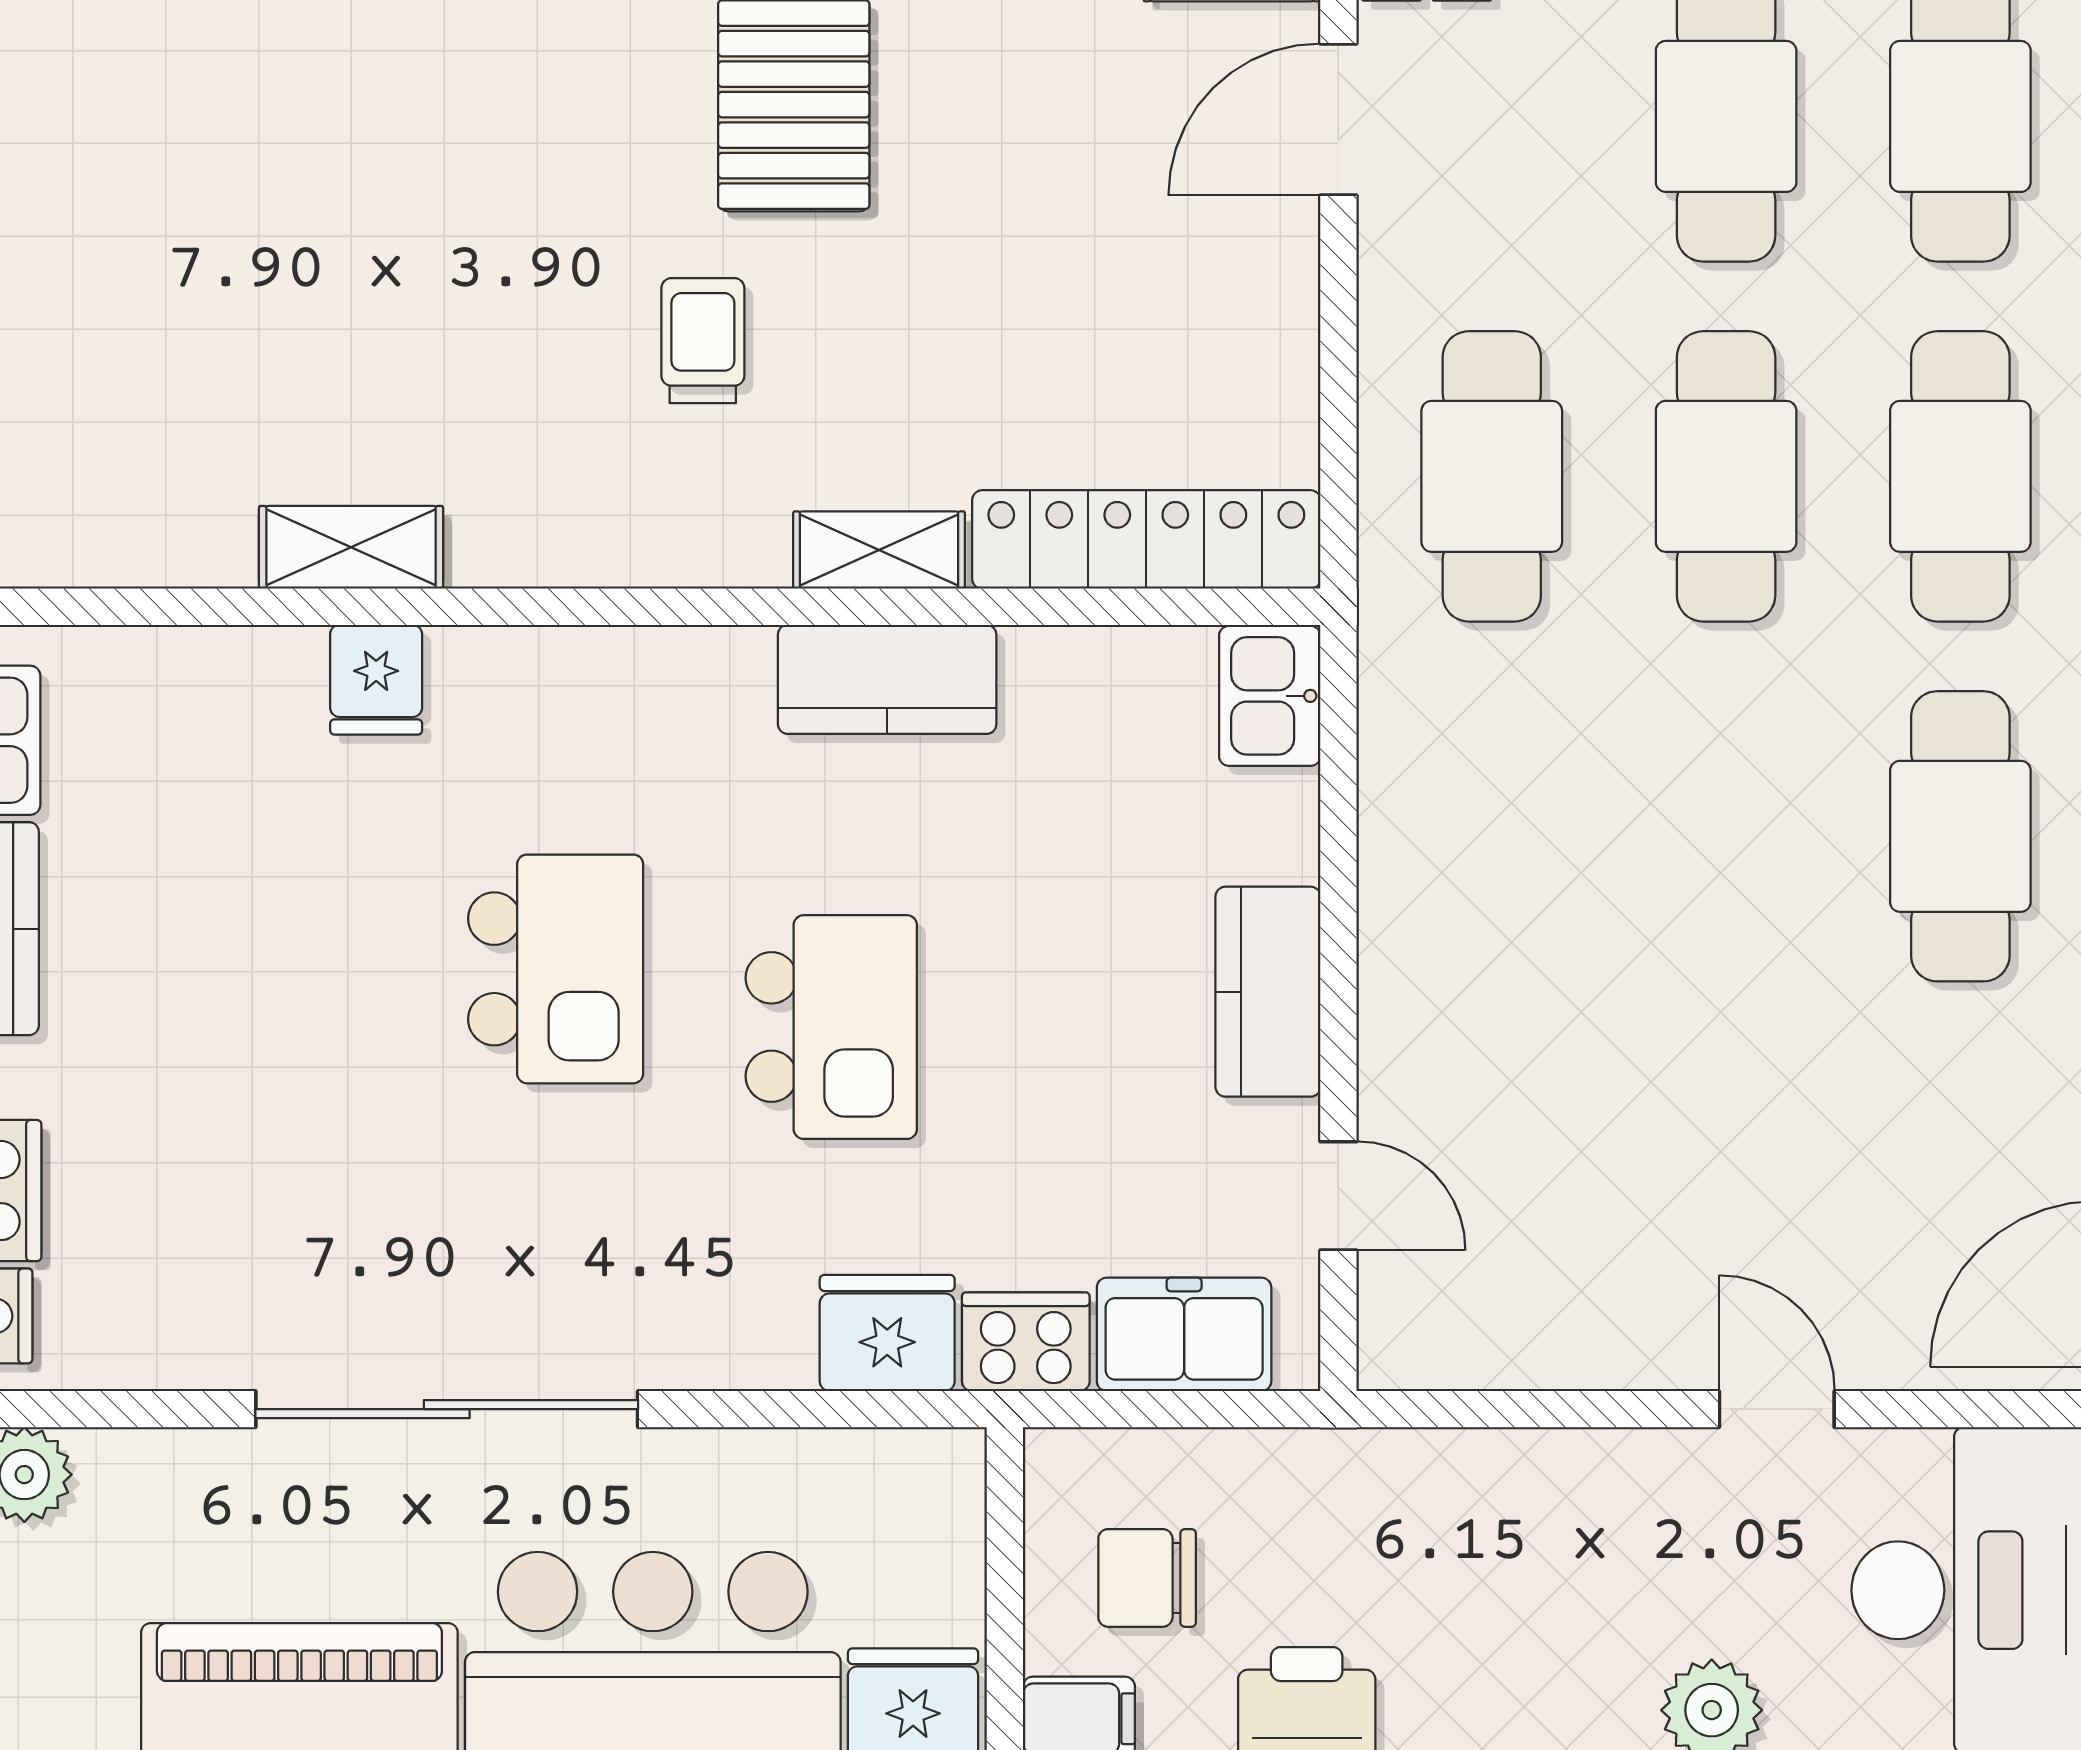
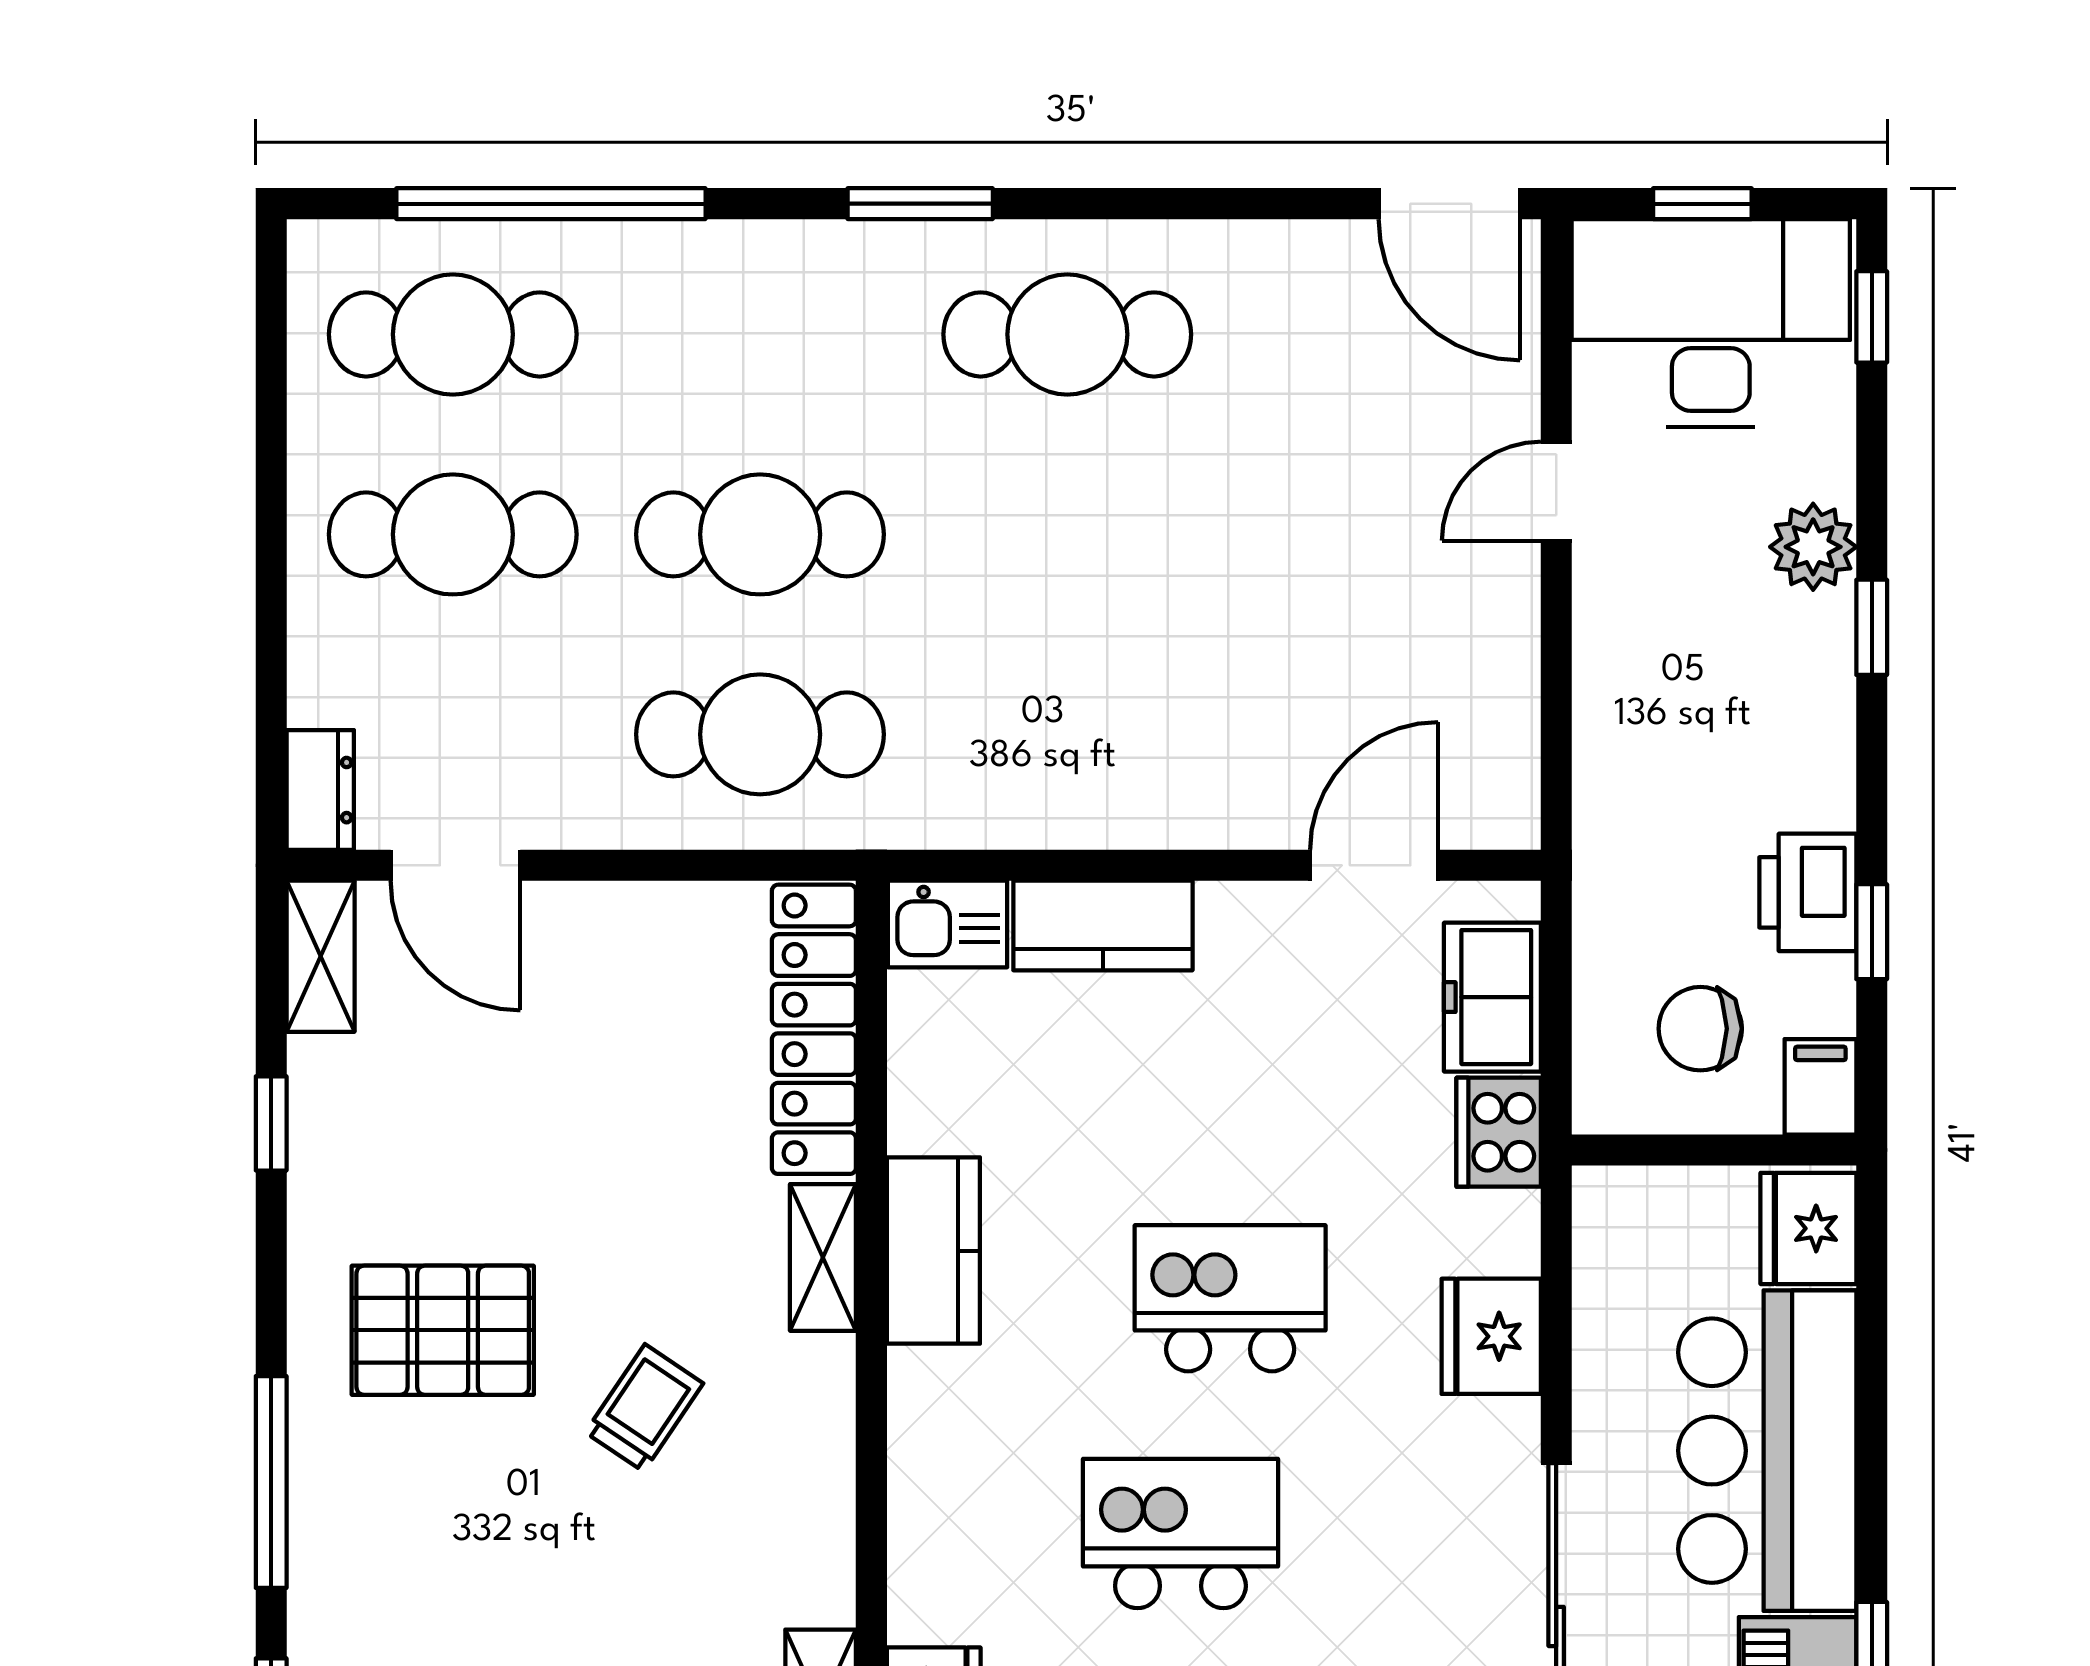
trolley: (703, 341) -> (644, 1408), turned 124
cafe table: (1960, 476) -> (760, 334), removed
kitchen counter: (1268, 992) -> (1103, 926), moved
door: (1338, 1196) -> (1374, 865), width x1.38
fridge: (887, 1333) -> (1491, 1336), moved
chair: (1147, 1578) -> (1700, 1029), turned 90

